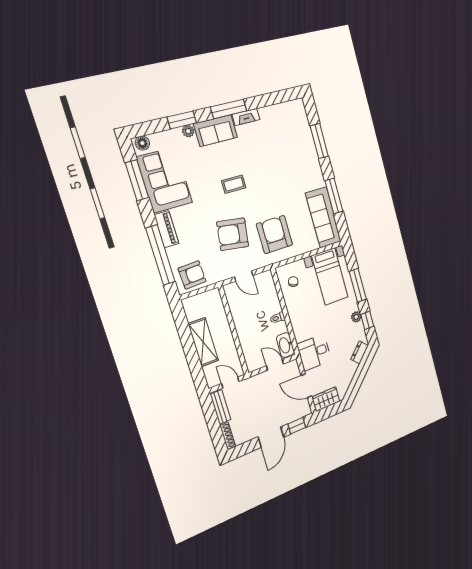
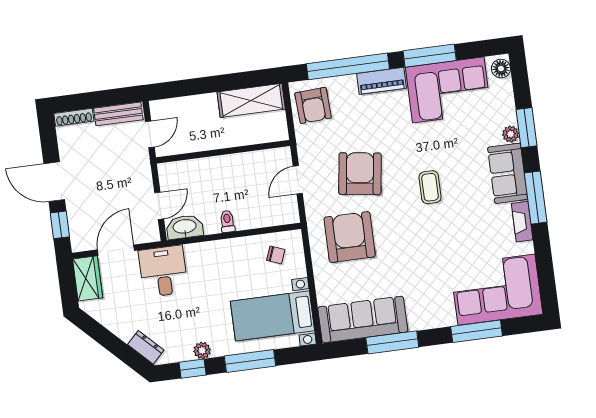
corner sofa: (292, 130) -> (496, 290), added
window: (137, 180) -> (430, 56), moved
armchair: (275, 234) -> (350, 237), turned -90
shelving: (203, 342) -> (251, 100), moved

